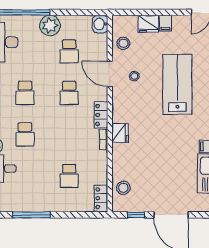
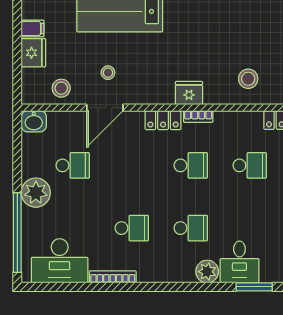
school desk: (69, 93) -> (191, 165), moved
stool: (123, 188) -> (248, 79), moved

